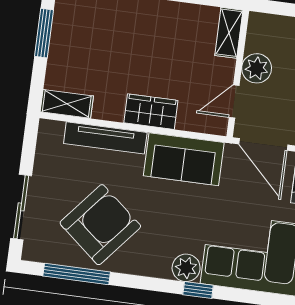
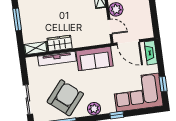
door: (234, 101) -> (110, 27), swing flipped
wardrobe: (151, 112) -> (60, 43), moved
plant: (186, 268) -> (94, 109), moved

